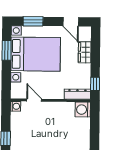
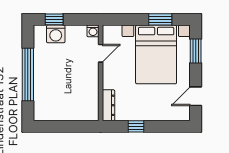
wardrobe: (85, 52) -> (159, 113), removed
window: (95, 84) -> (136, 126), moved
washing machine: (83, 110) -> (56, 34), moved, turned 180

